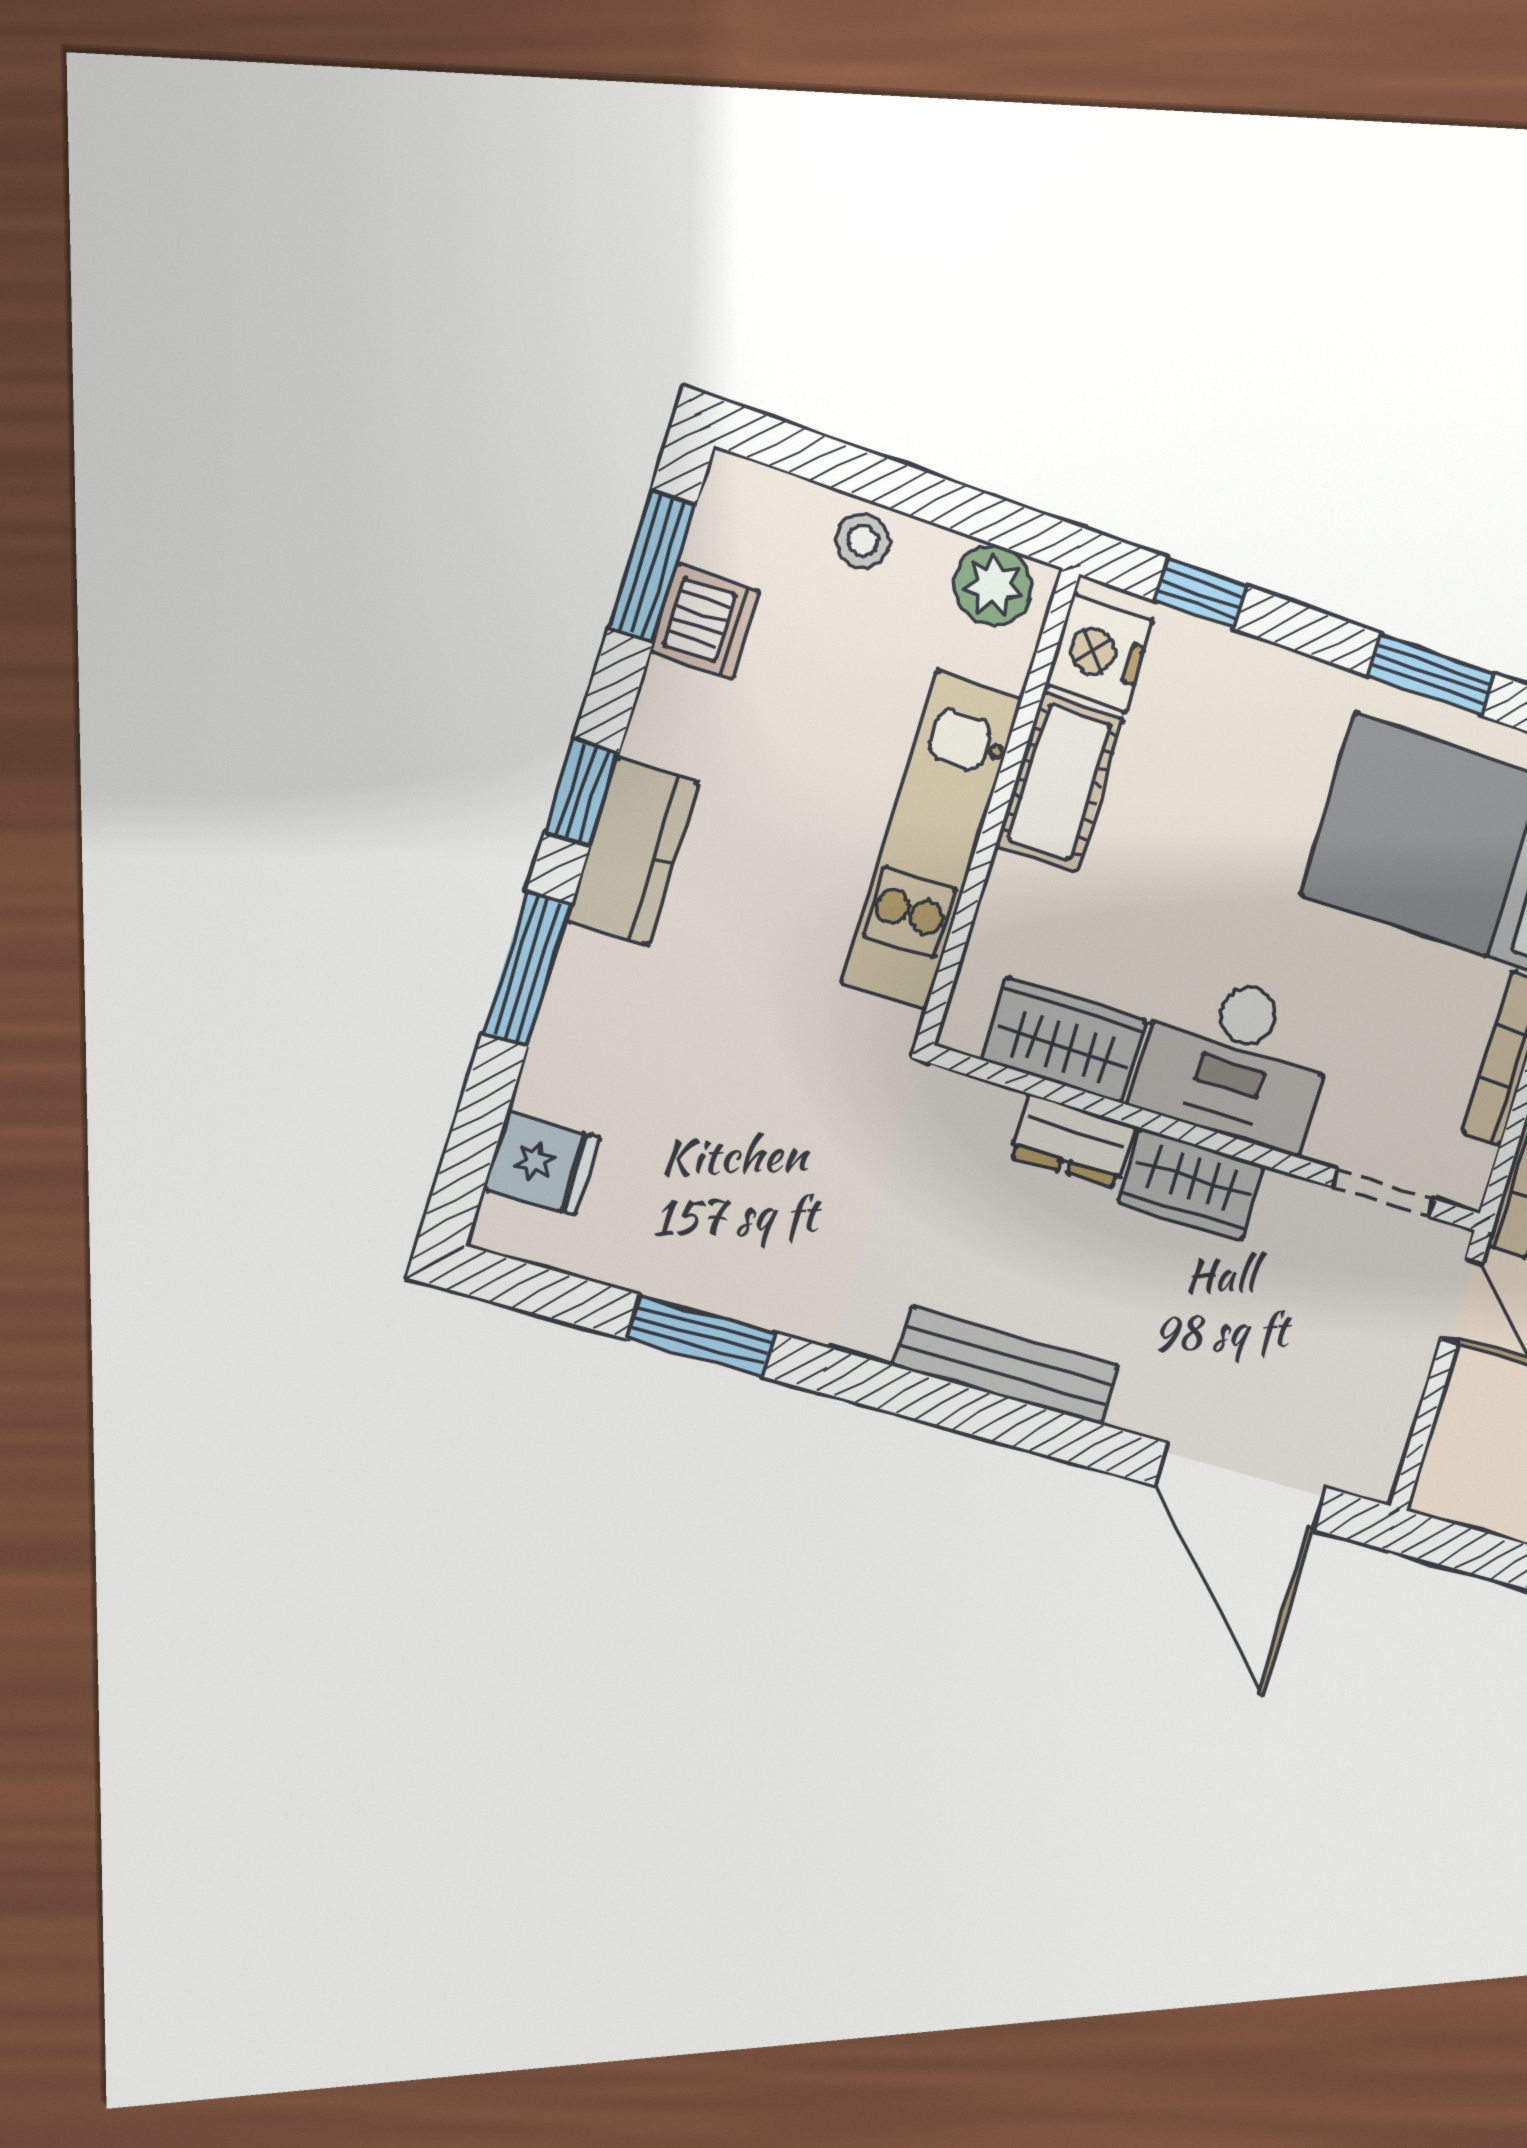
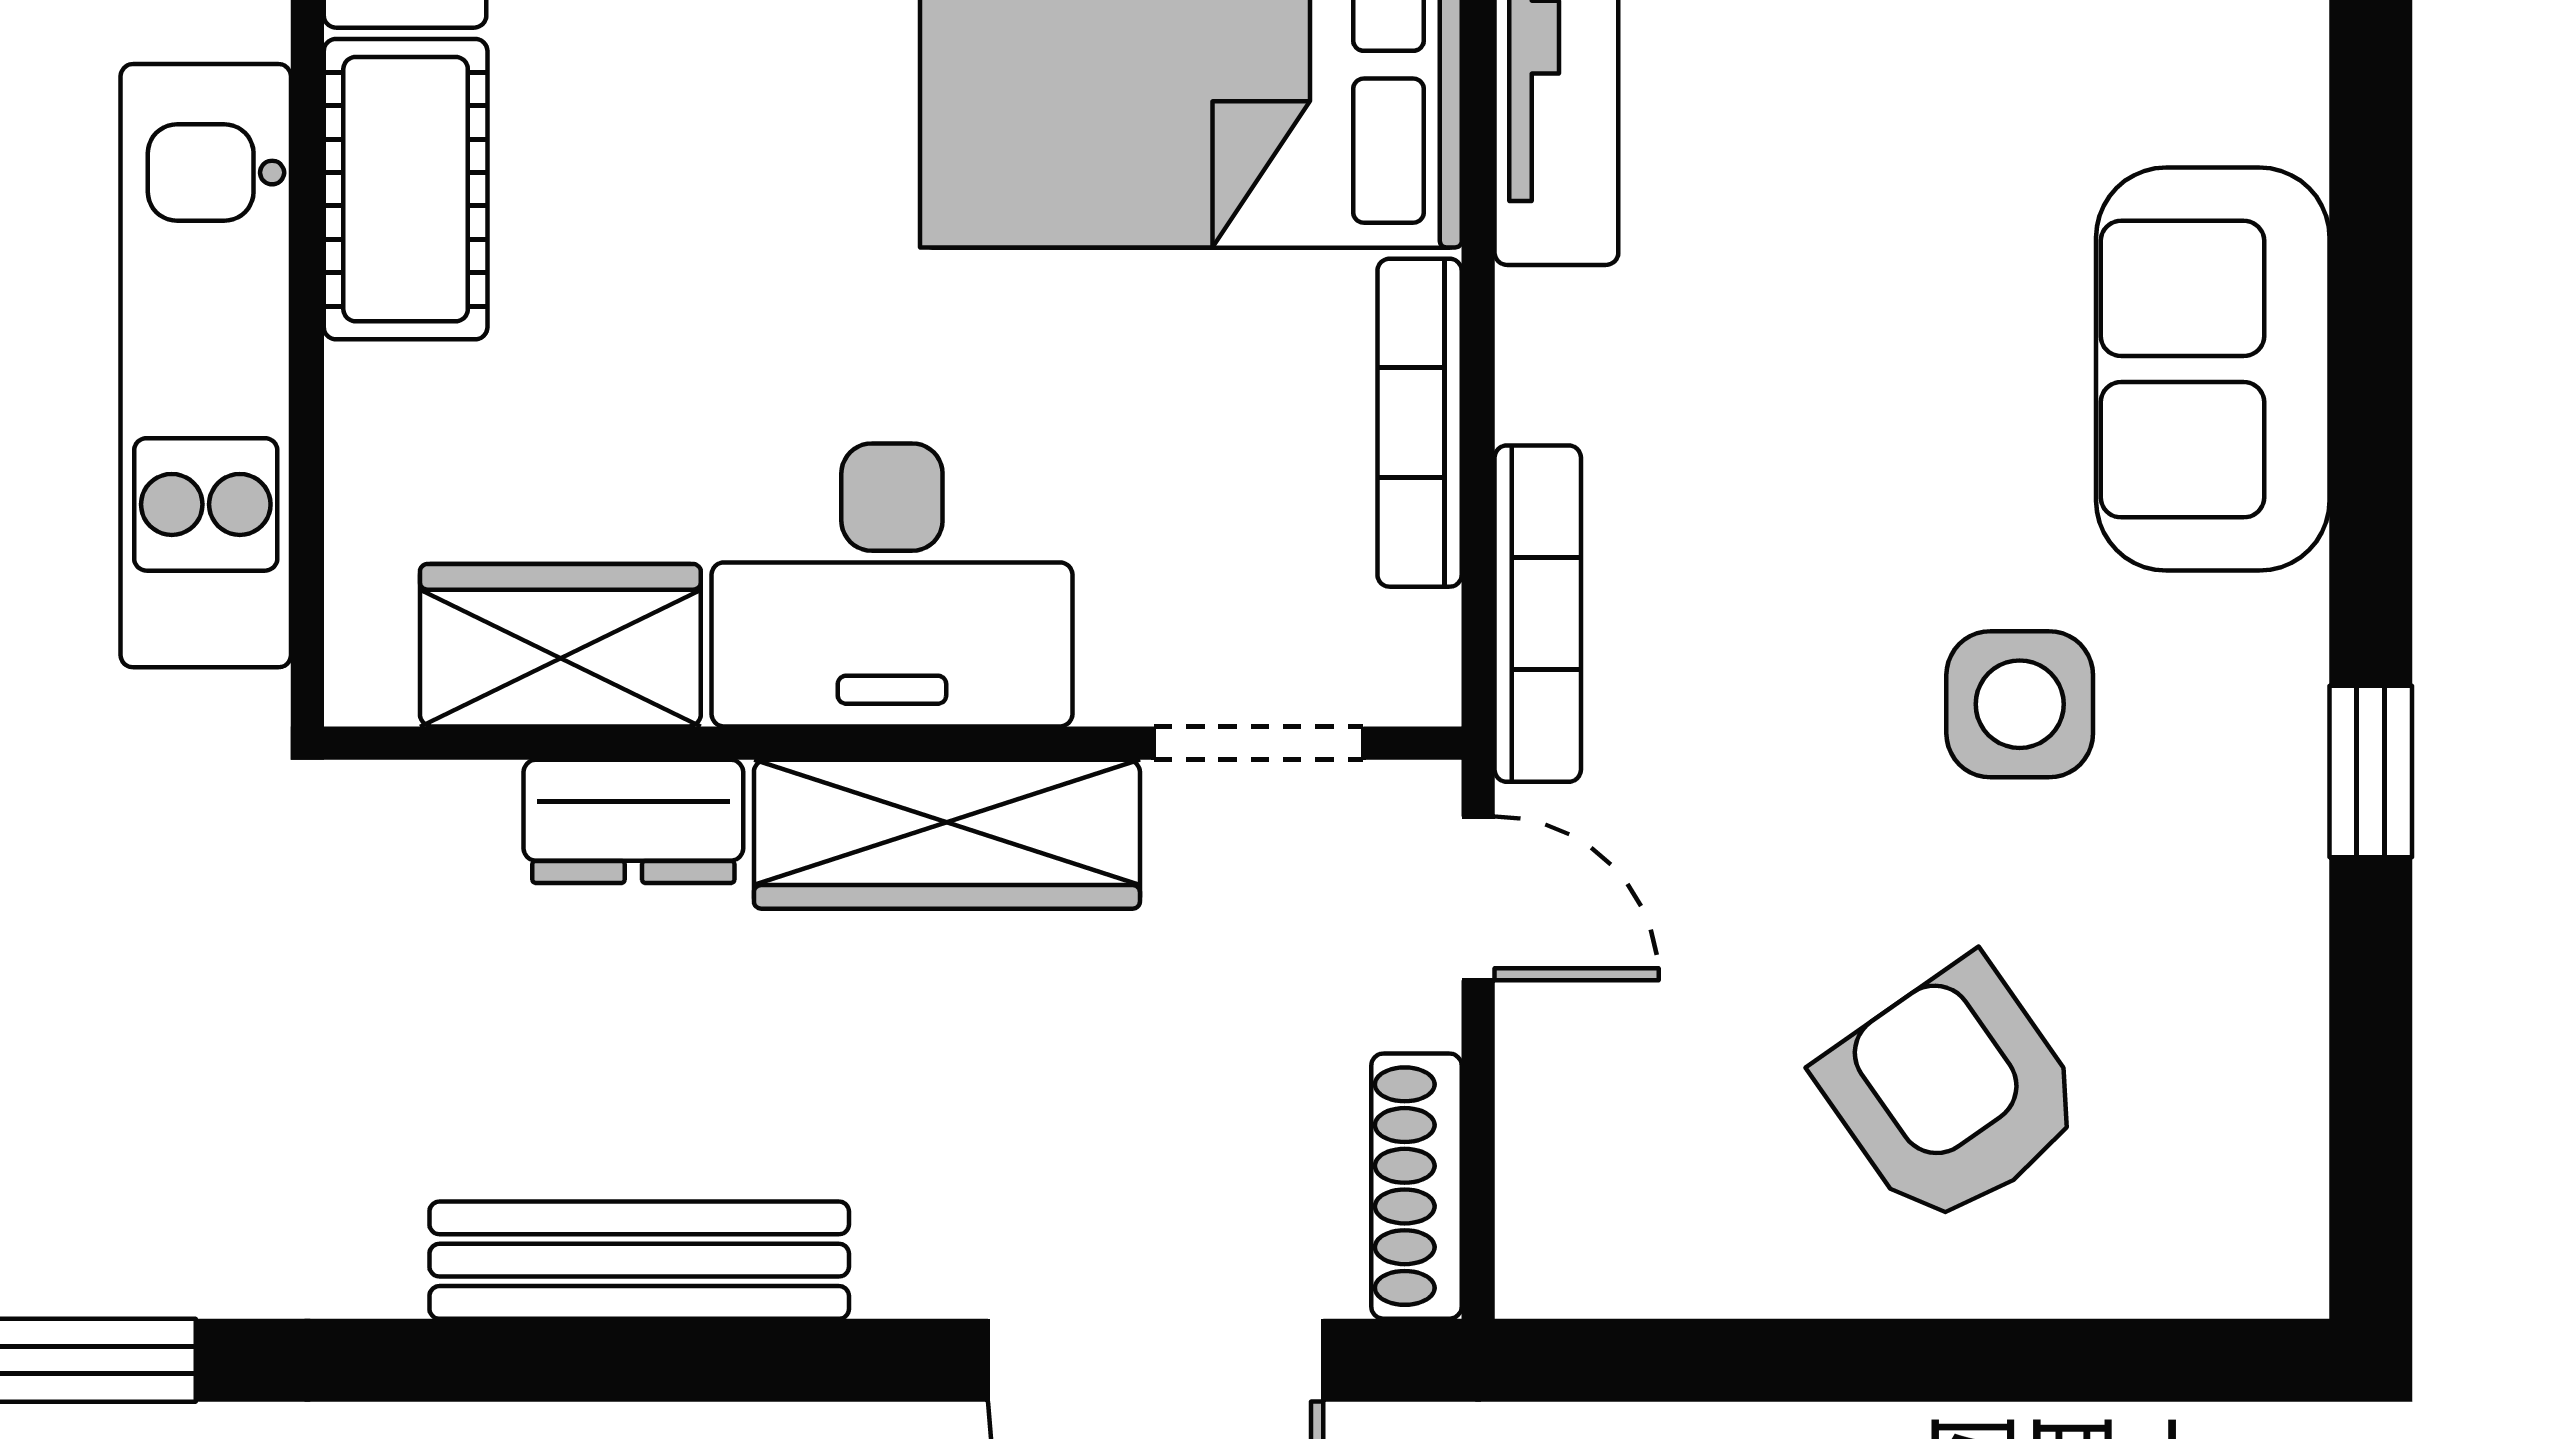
wardrobe: (1192, 1184) -> (947, 834), width x1.50
shoe rack: (1390, 1435) -> (1416, 1186), added

